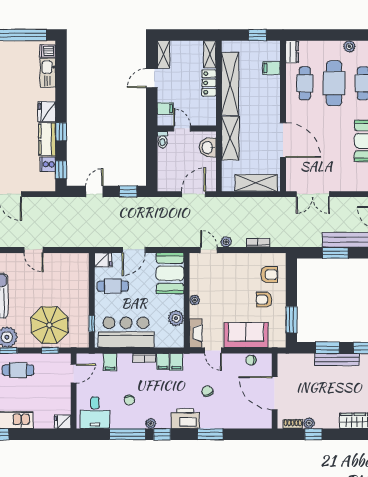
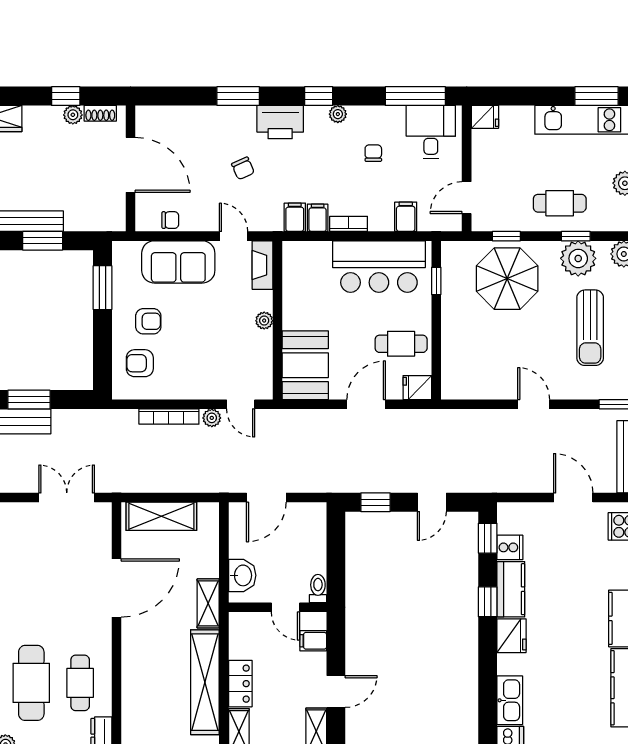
filing cabinet: (271, 68) -> (136, 708), removed
shelving: (230, 138) -> (208, 603), width x0.67, depth x0.75
door: (283, 140) -> (116, 588), swing flipped
bookcase: (258, 243) -> (169, 417), width x1.56
plant: (176, 318) -> (295, 290), removed
window: (127, 434) -> (415, 96), moved

